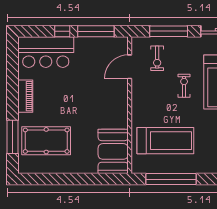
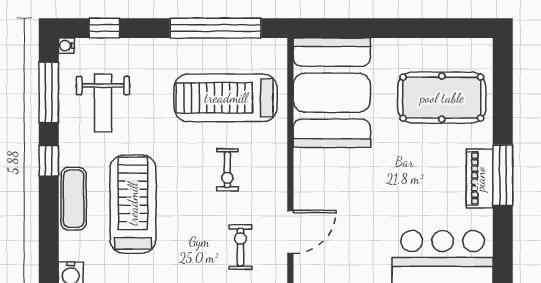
exercise bike: (184, 86) -> (227, 170), moved
window: (13, 137) -> (503, 175), moved
booth: (113, 151) -> (332, 93), width x1.36, depth x1.42

